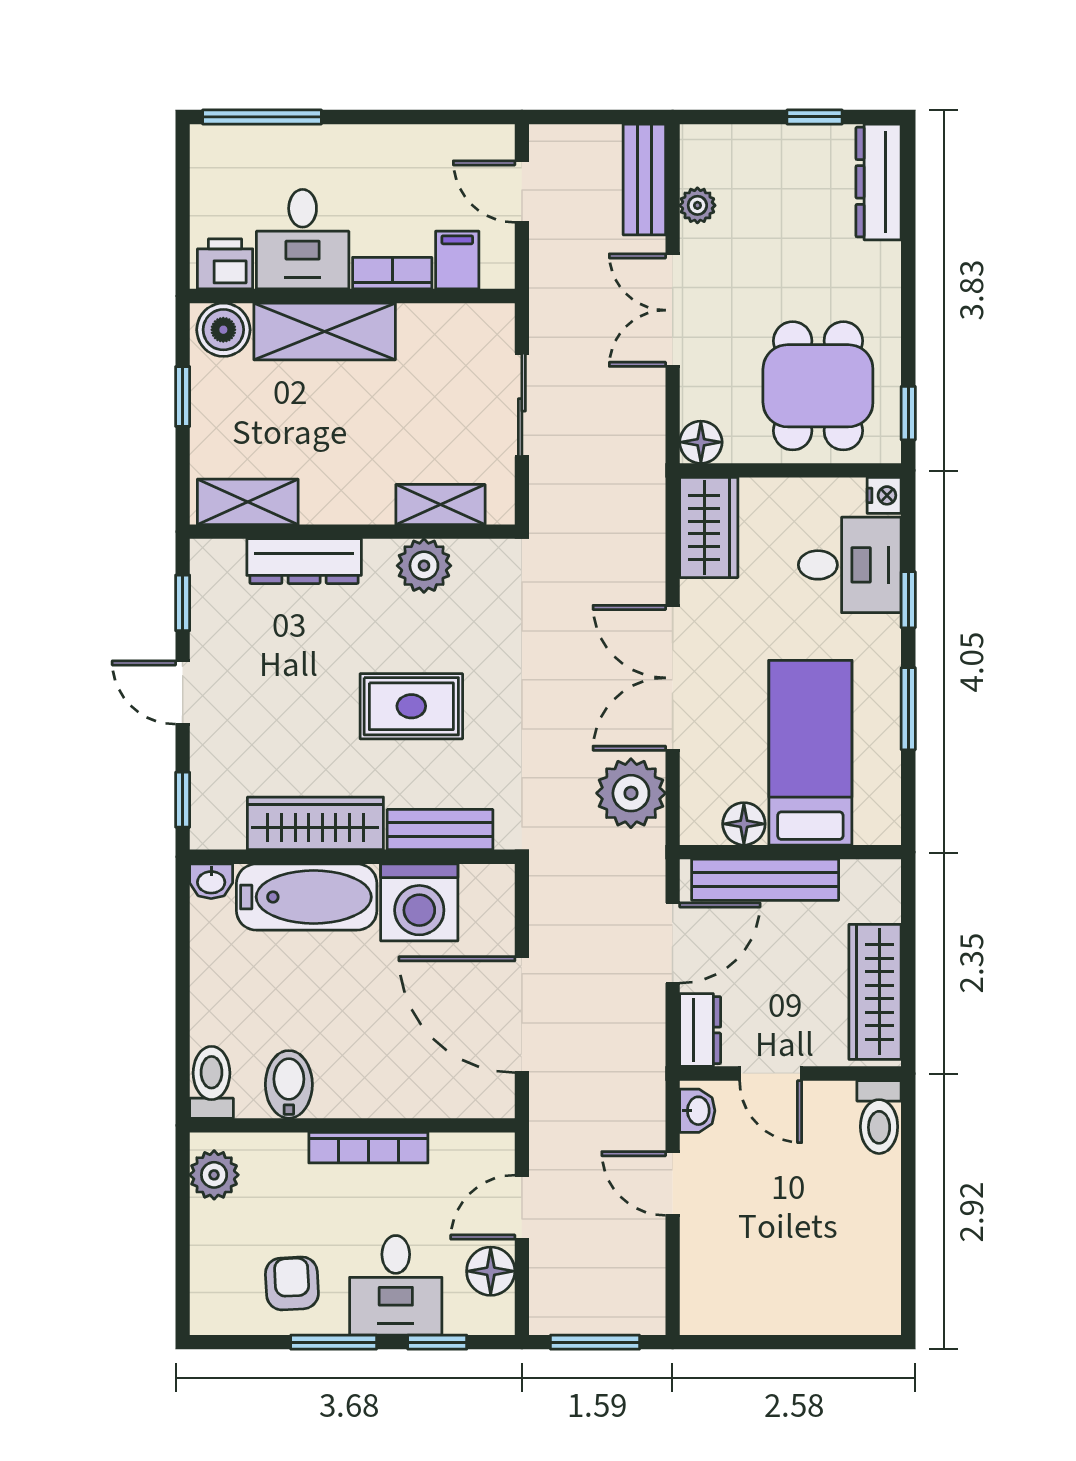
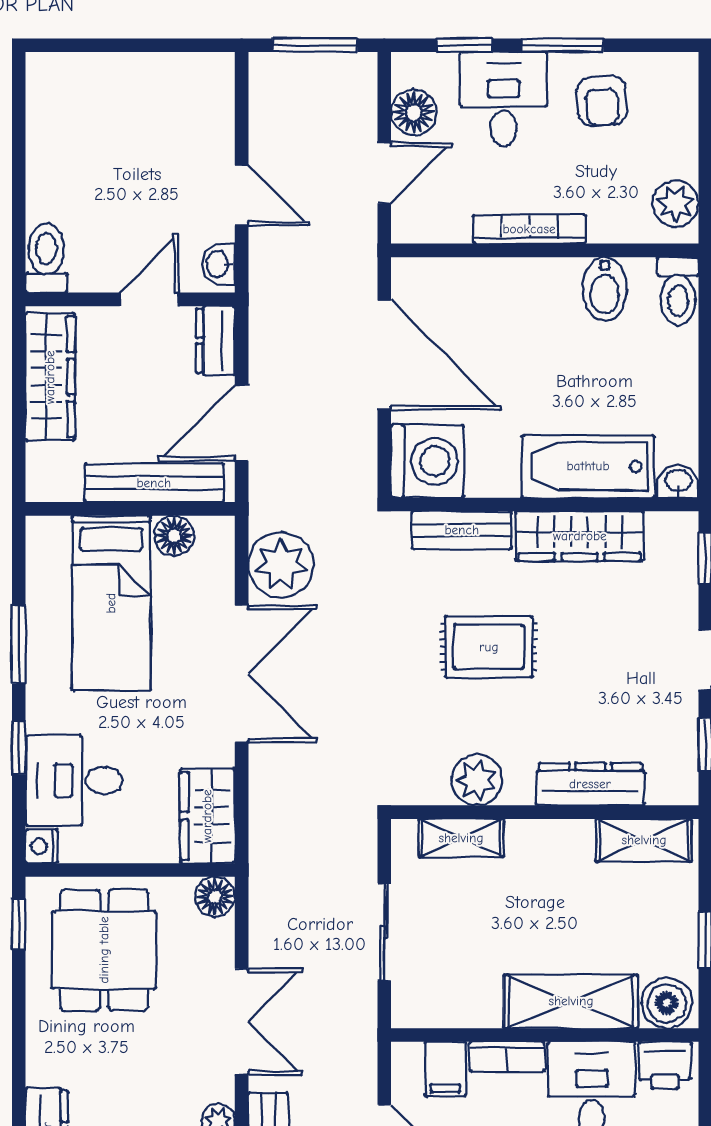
washing machine: (419, 902) -> (427, 461), moved, turned 90
door: (771, 1074) -> (149, 299), hinge flipped

